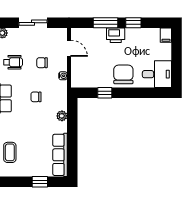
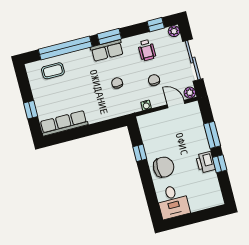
sliding door: (33, 23) -> (193, 60), width x1.37
printer: (116, 35) -> (205, 162), moved
filing cabinet: (166, 35) -> (215, 201), removed
door: (69, 48) -> (176, 104), swing flipped
plant: (62, 116) -> (190, 93), moved

